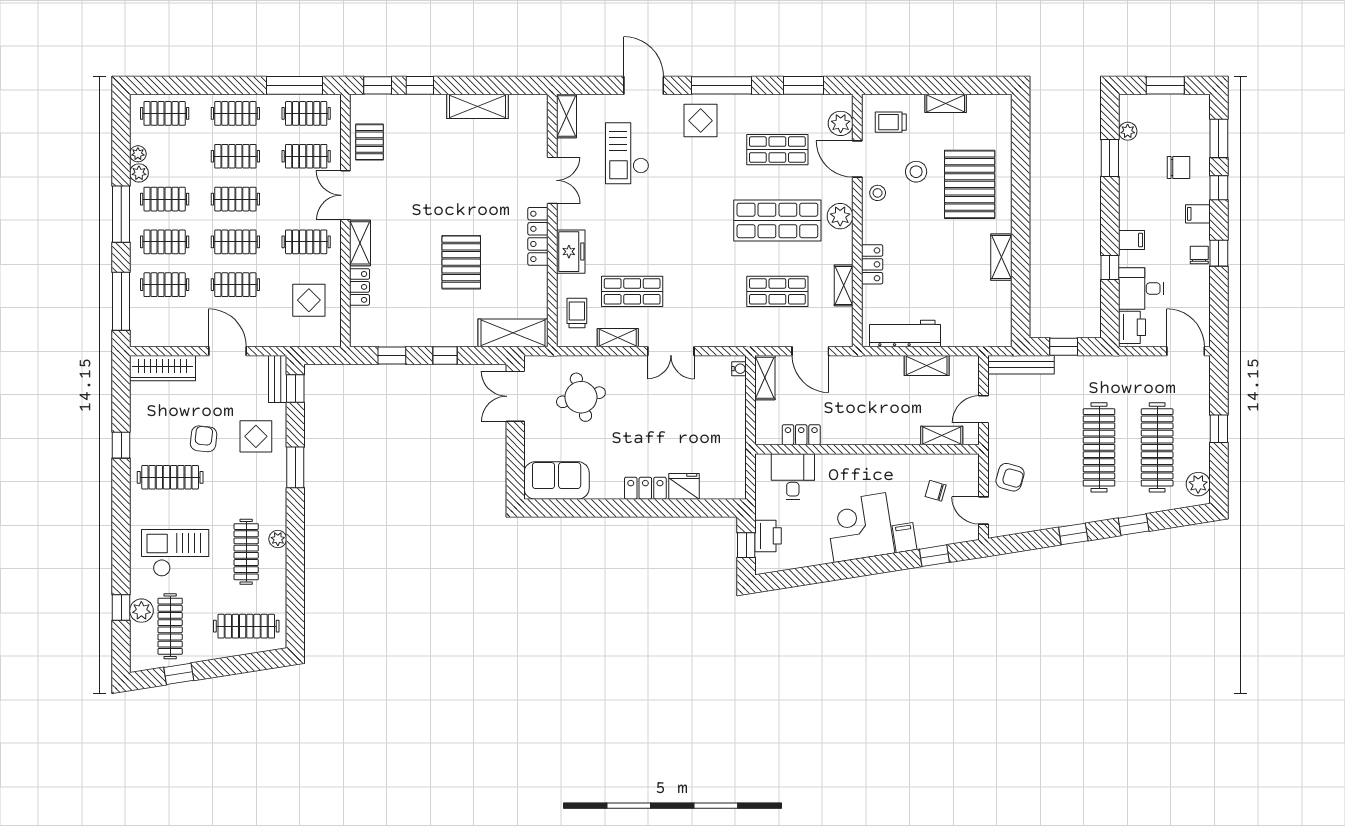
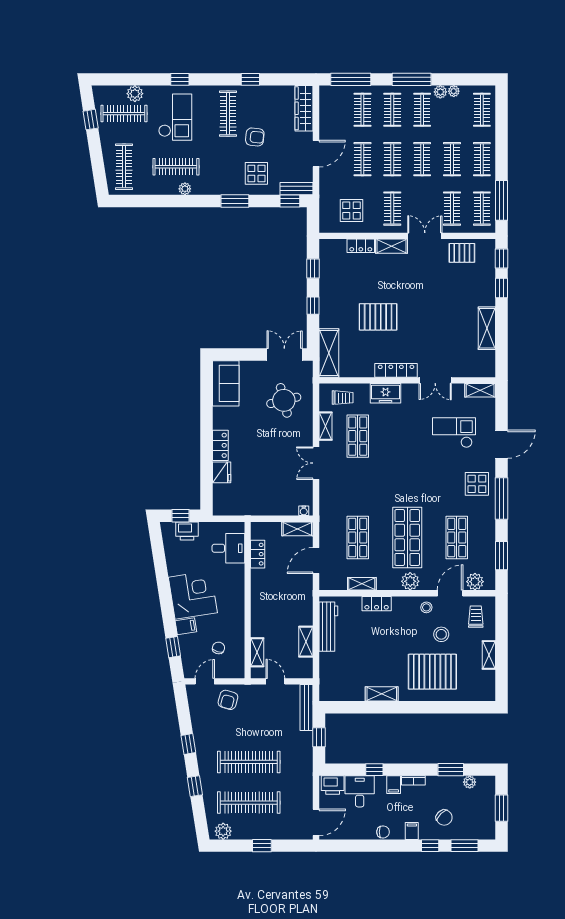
chair: (1179, 167) -> (444, 818), turned -45
bookcase: (1125, 212) -> (413, 780), added
window: (1219, 253) -> (384, 846), removed
window: (121, 608) -> (180, 79), moved

